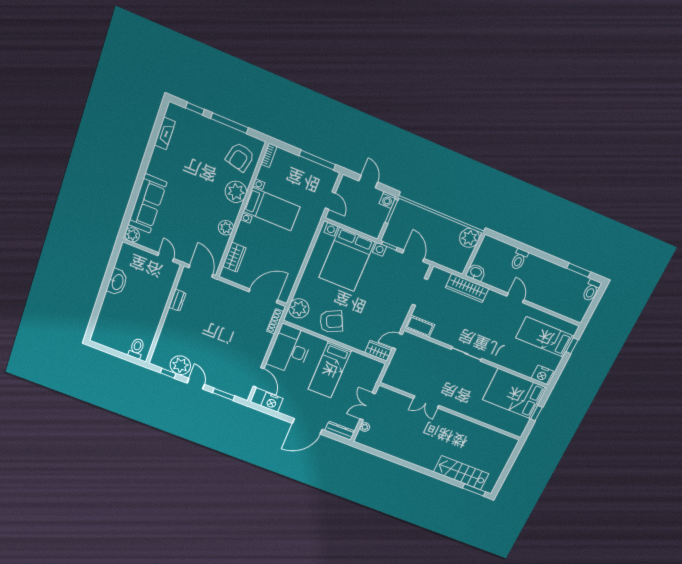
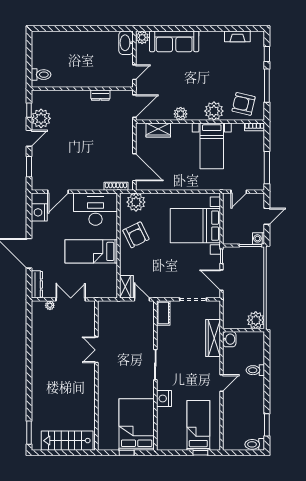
door: (413, 256) -> (222, 280), swing flipped
washbasin: (117, 282) -> (126, 43), moved, turned 90
nightstand: (542, 375) -> (164, 398), moved
stairs: (461, 473) -> (67, 441), moved, turned -90

